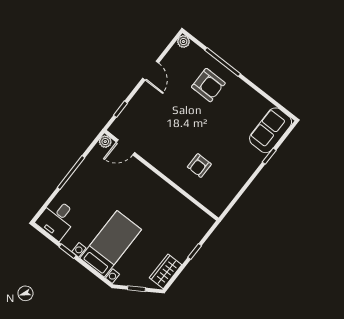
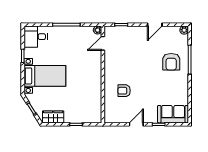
door: (125, 147) -> (103, 43), hinge flipped
door: (249, 182) -> (136, 124), added

